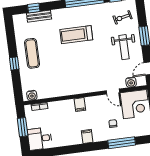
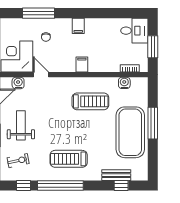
treadmill: (76, 35) -> (69, 159), moved, turned 180
exercise mat: (32, 53) -> (130, 132), width x2.00, depth x1.45
window: (14, 63) -> (153, 123), width x2.17
treadmill: (69, 75) -> (90, 101), added
water cooler: (32, 95) -> (124, 83), moved

